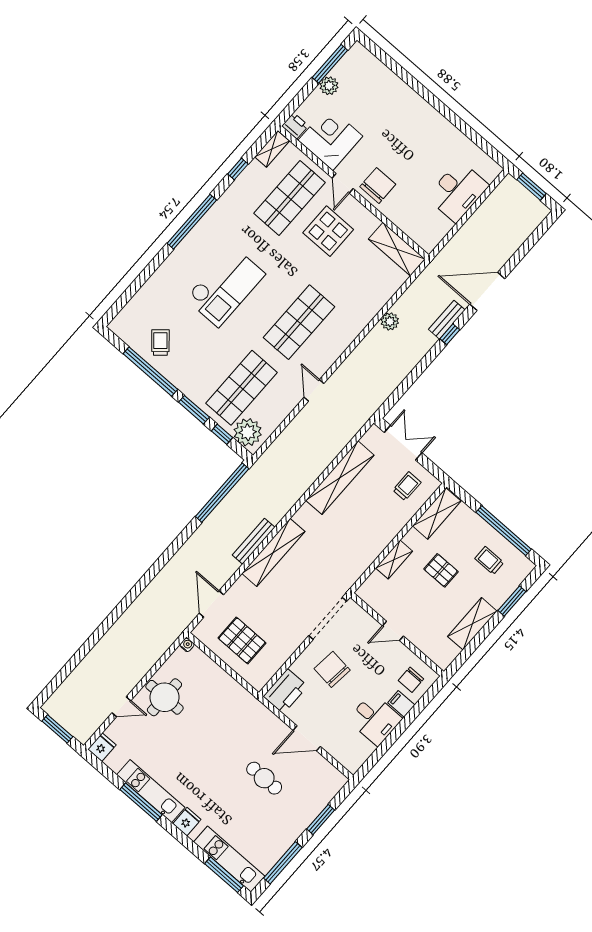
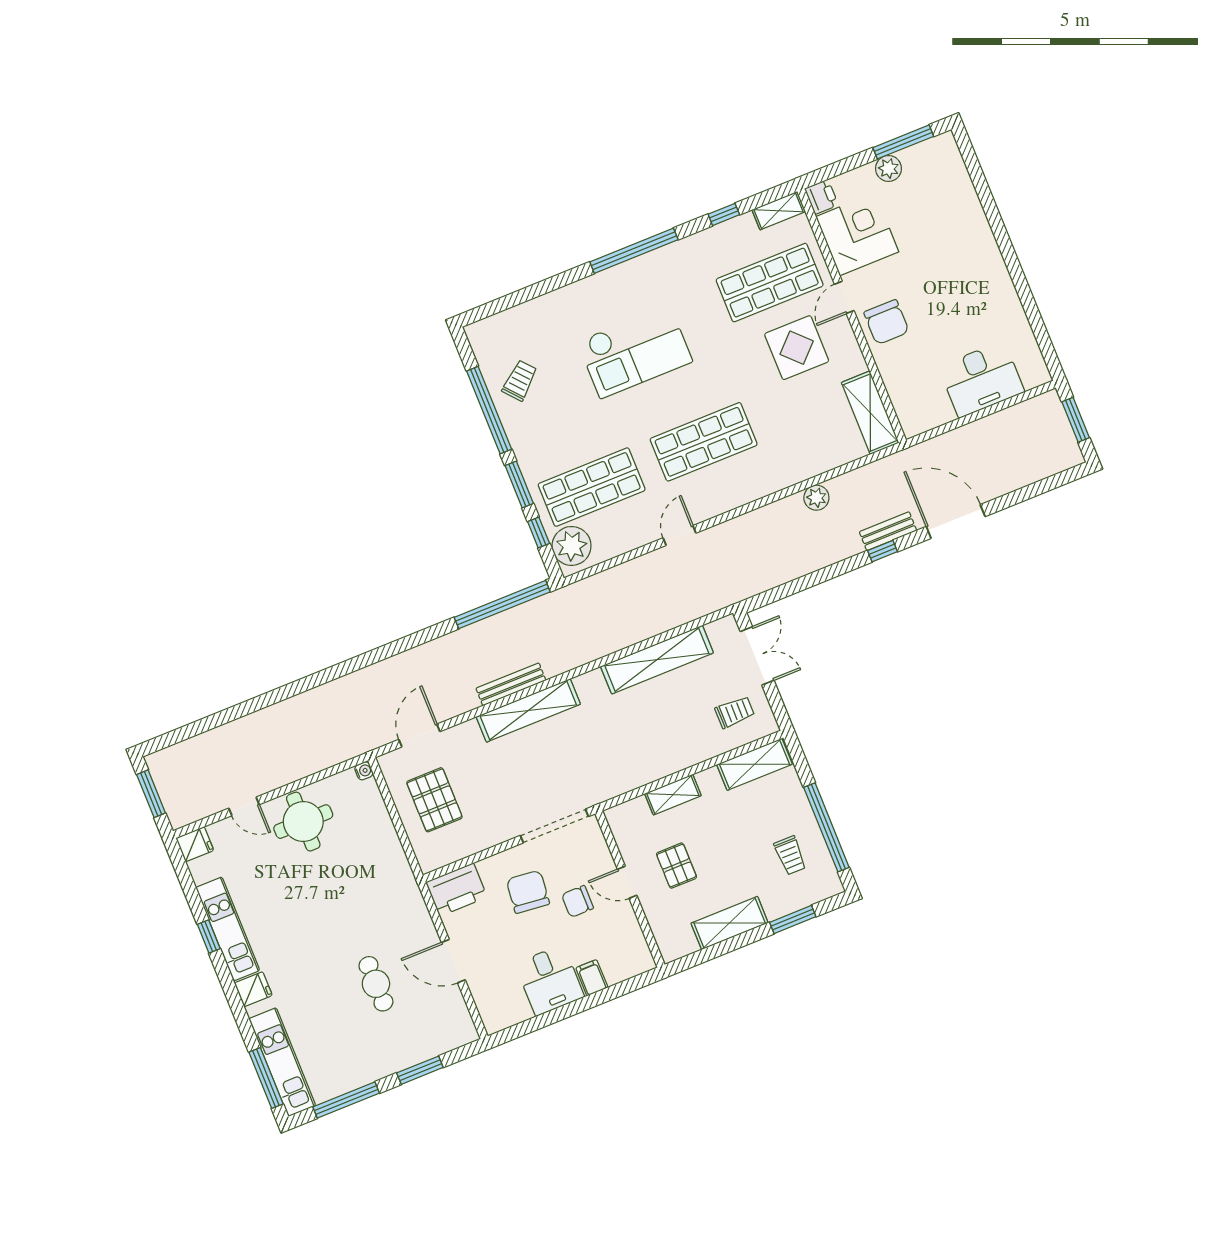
chair: (378, 185) -> (886, 322), turned 90
trolley: (489, 561) -> (790, 855), turned 180
pallet: (441, 570) -> (677, 866), moved
chair: (411, 680) -> (578, 901), moved
window: (141, 802) -> (209, 936), width x0.46

